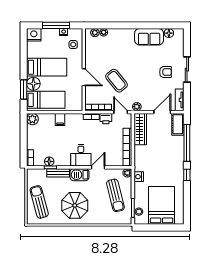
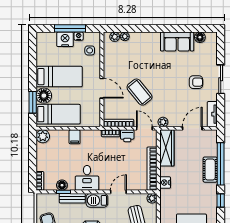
nightstand: (34, 35) -> (65, 39), moved
cot: (178, 124) -> (210, 170), moved
desk: (81, 155) -> (87, 178), moved
nightstand: (139, 177) -> (165, 183), moved

